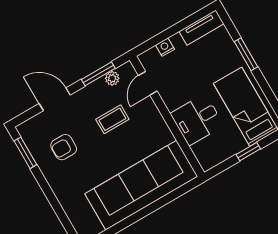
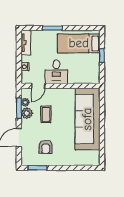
door: (148, 83) -> (38, 86), hinge flipped
plant: (98, 90) -> (27, 113), added
desk: (197, 120) -> (56, 72), moved

